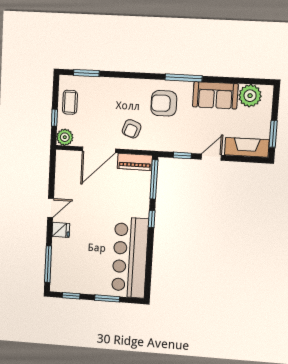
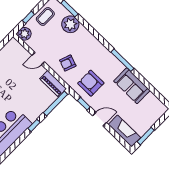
plant: (250, 96) -> (70, 24), moved
armchair: (164, 103) -> (91, 83), moved
door: (99, 150) -> (38, 59), width x0.53

